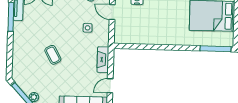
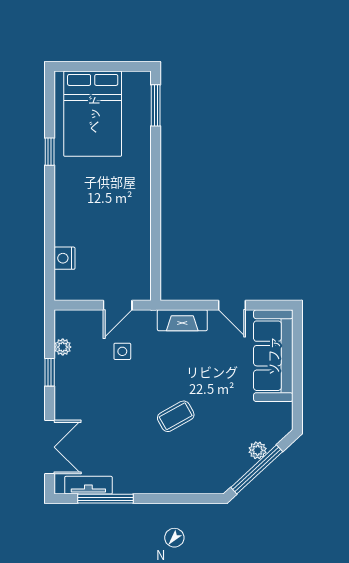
door: (112, 12) -> (118, 305), moved
window: (216, 49) -> (156, 105), width x0.69

